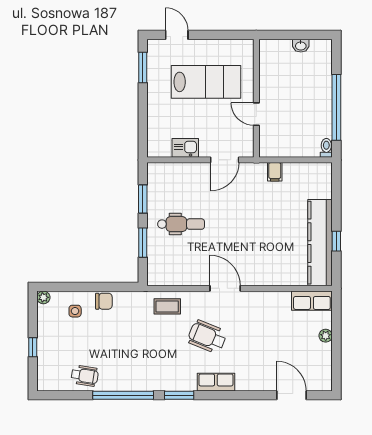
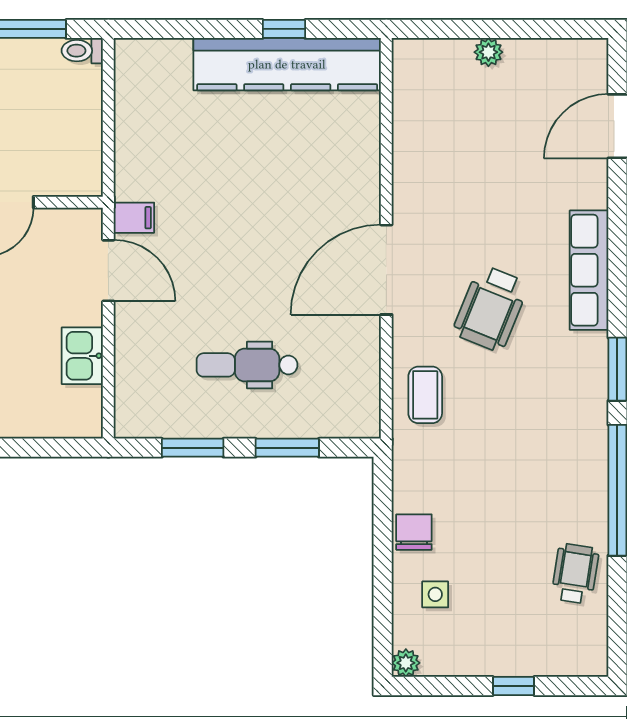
filing cabinet: (275, 172) -> (134, 218), moved
dental chair: (181, 224) -> (247, 365), turned -90
door: (225, 288) -> (386, 270), width x1.36
row of seats: (312, 301) -> (413, 82), removed
row of seats: (216, 382) -> (589, 270), width x1.48

